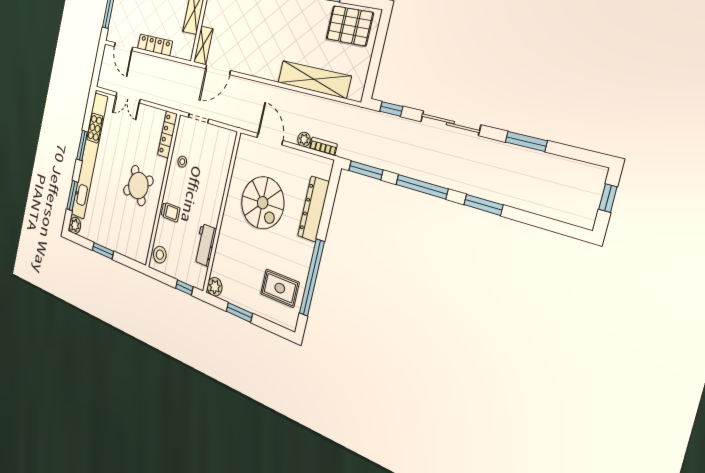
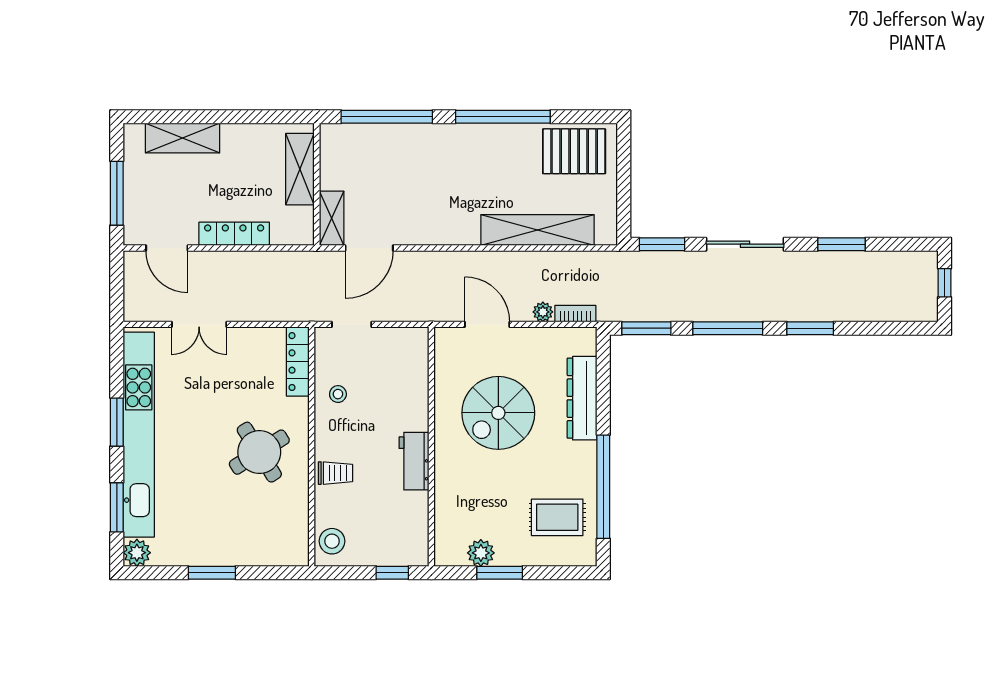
window: (391, 109) -> (662, 244), width x1.50
spiral stairs: (263, 203) -> (498, 413), turned 90
workbench: (205, 245) -> (414, 461), moved
plant: (215, 287) -> (481, 553), moved

